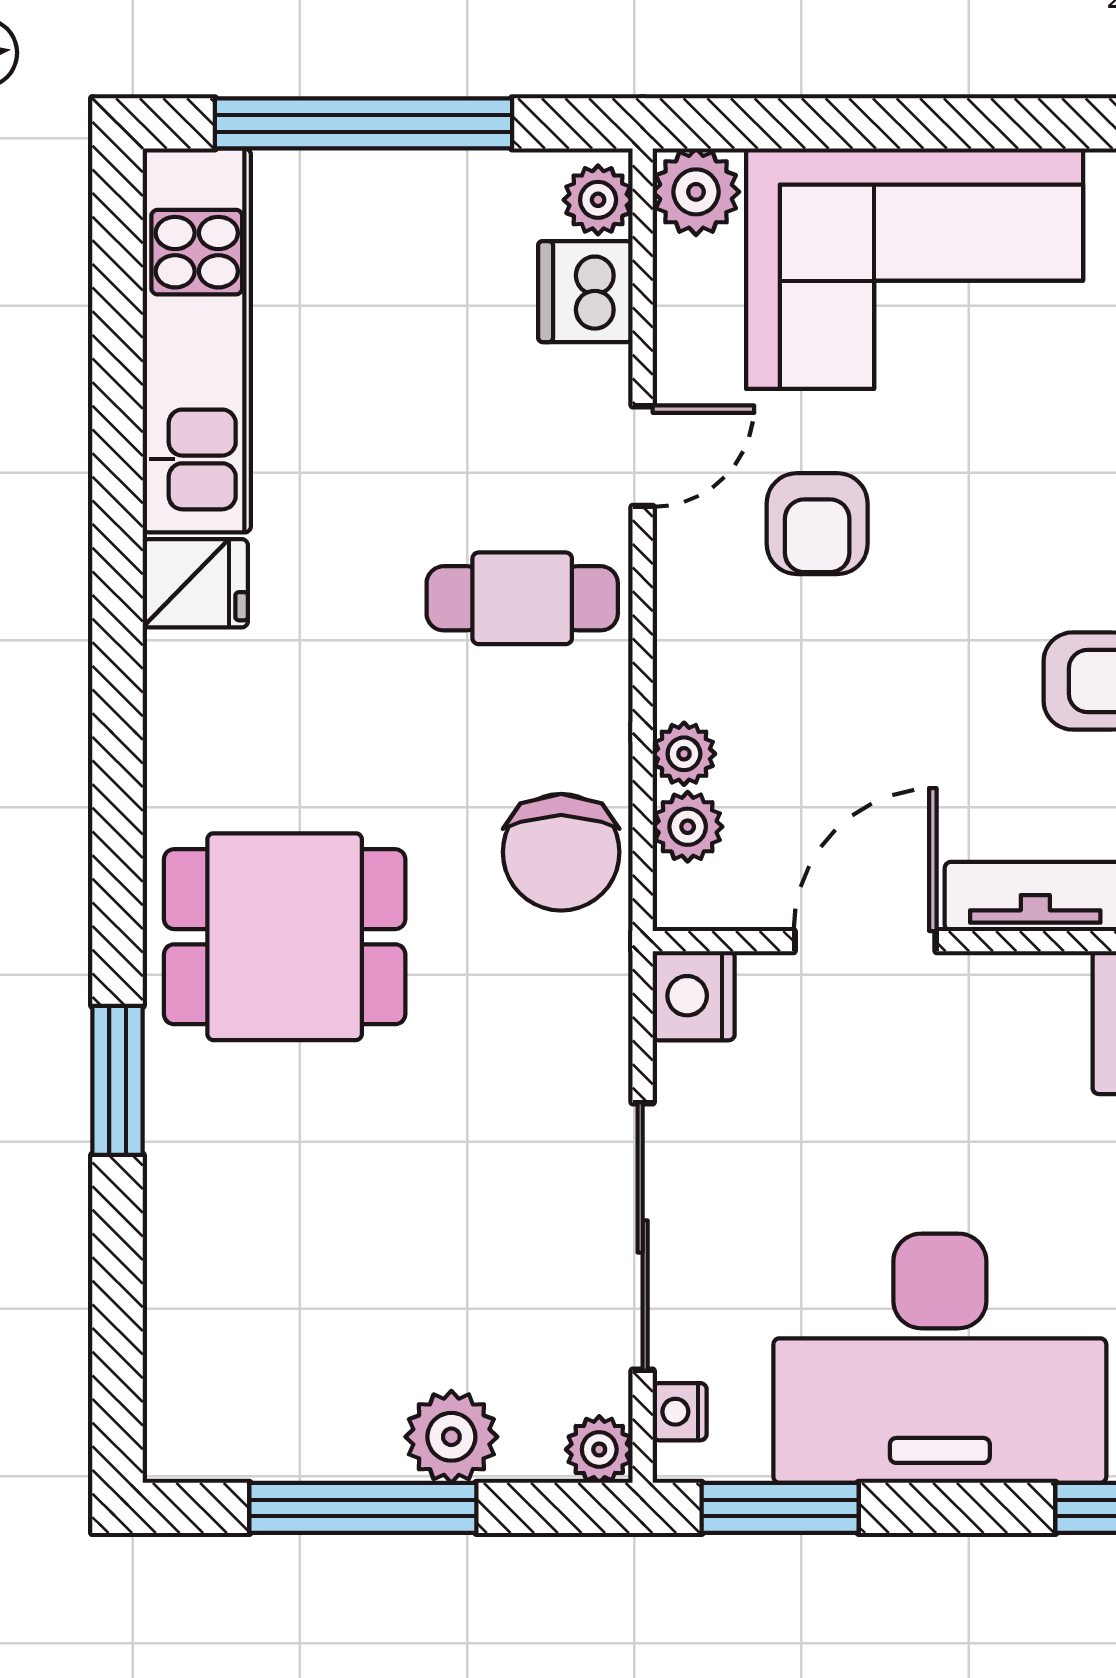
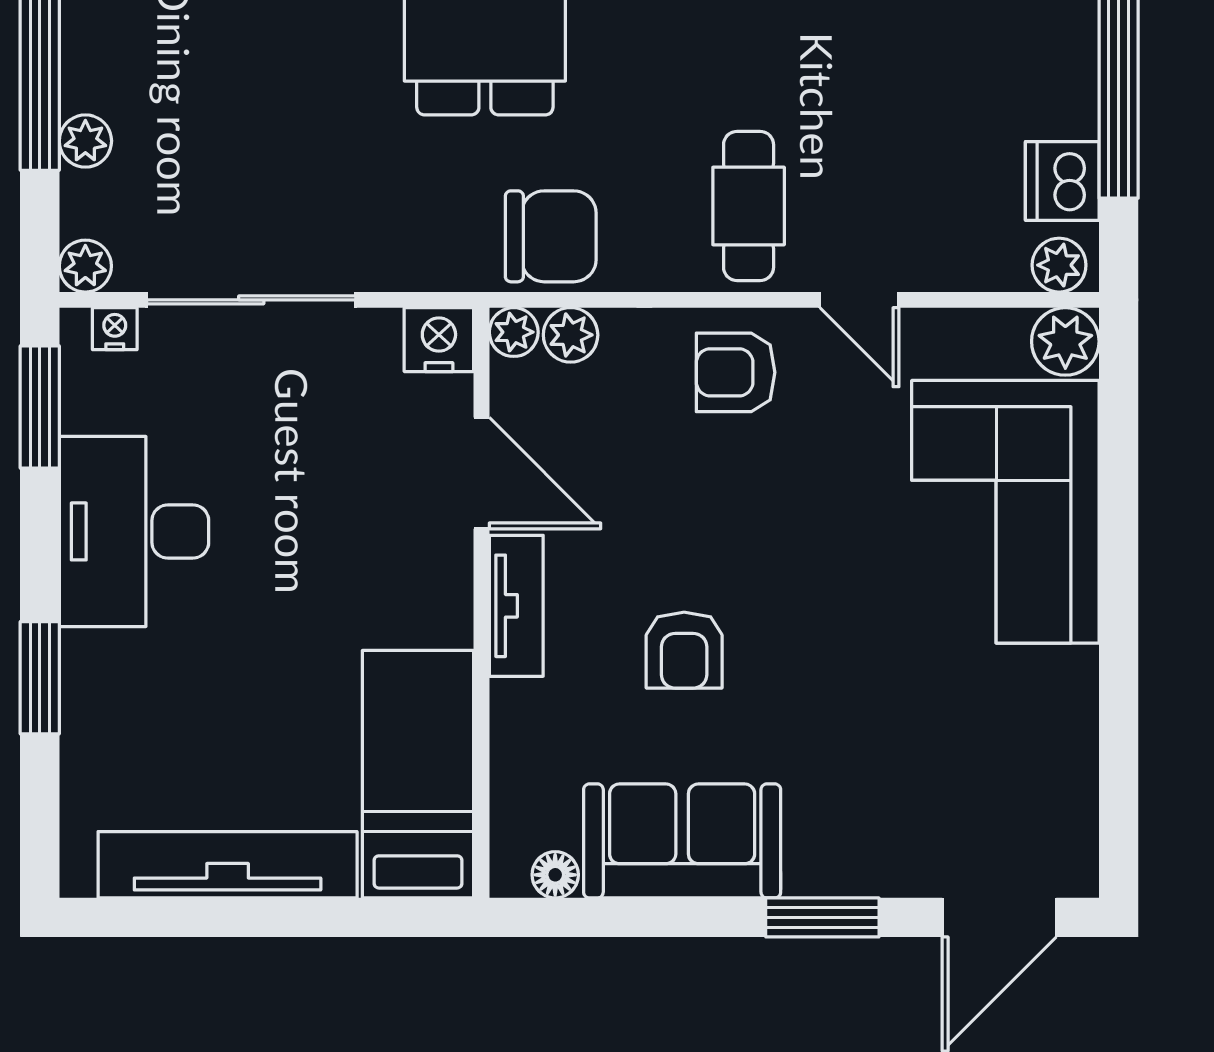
dishwasher: (585, 292) -> (1062, 181), moved, turned -90
armchair: (817, 524) -> (736, 372), moved
plant: (684, 754) -> (514, 332), moved
chair: (561, 852) -> (551, 236), turned 180
desk: (940, 1358) -> (134, 531), width x0.73, depth x0.77
plant: (451, 1437) -> (85, 141), width x0.73, depth x0.73

